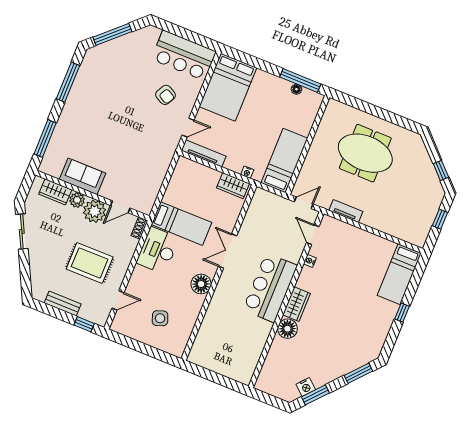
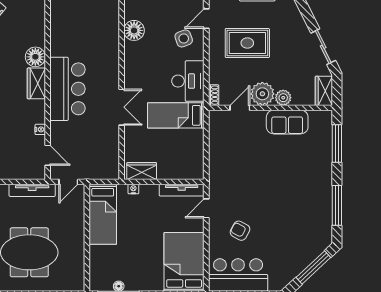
wardrobe: (55, 192) -> (324, 91), moved, turned -90
tv unit: (346, 211) -> (32, 190), width x1.41
floor lamp: (201, 284) -> (134, 30), moved
side table: (160, 318) -> (184, 38), moved

